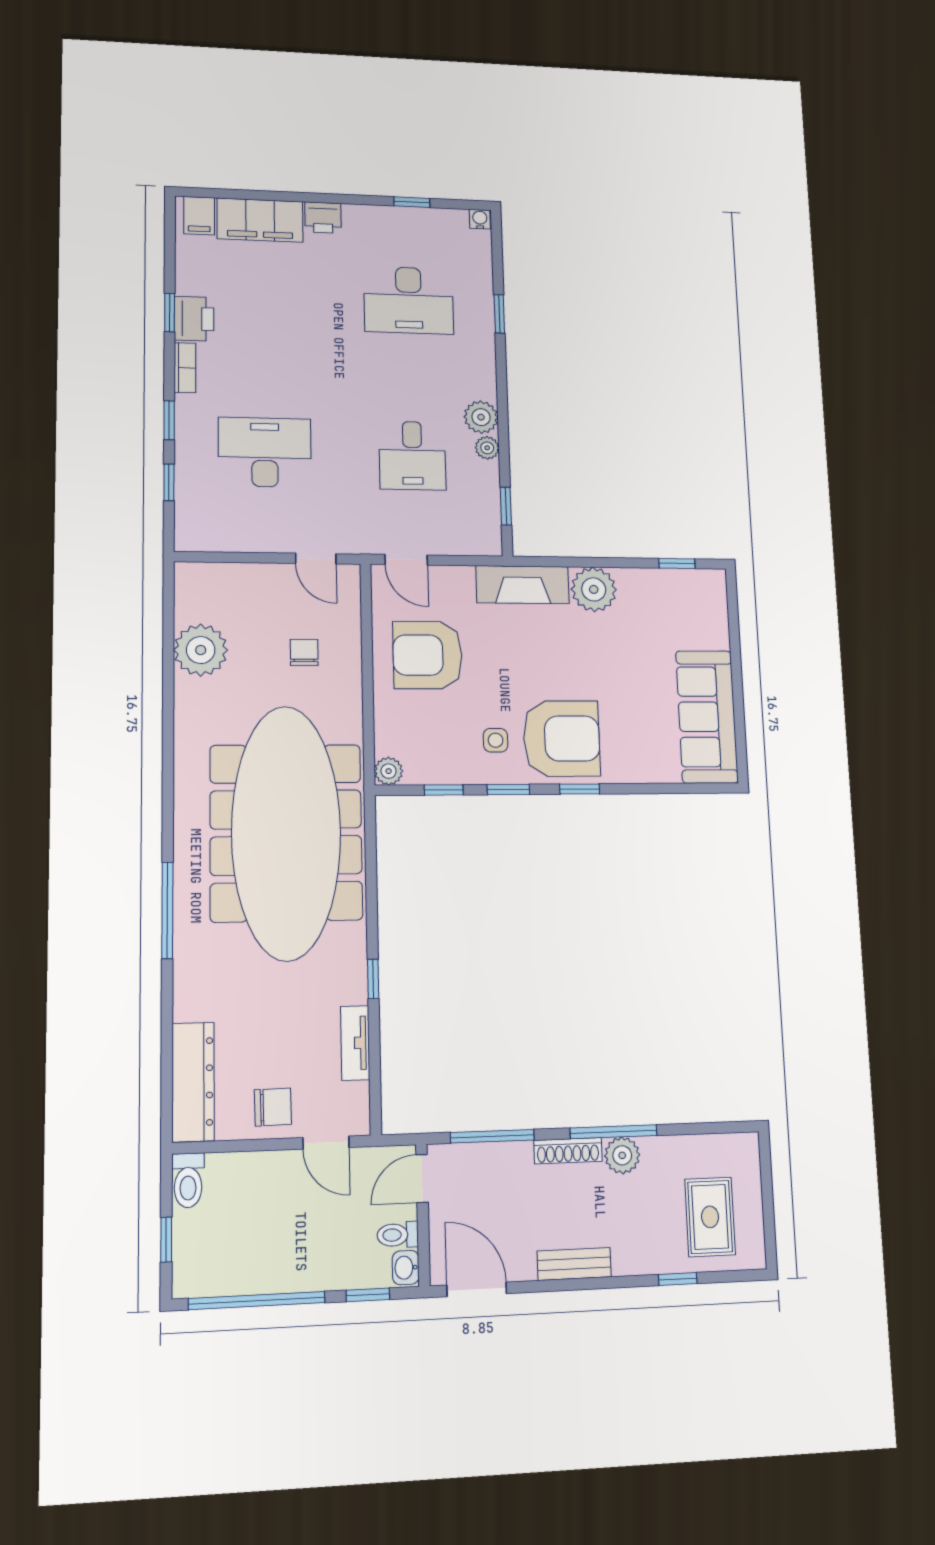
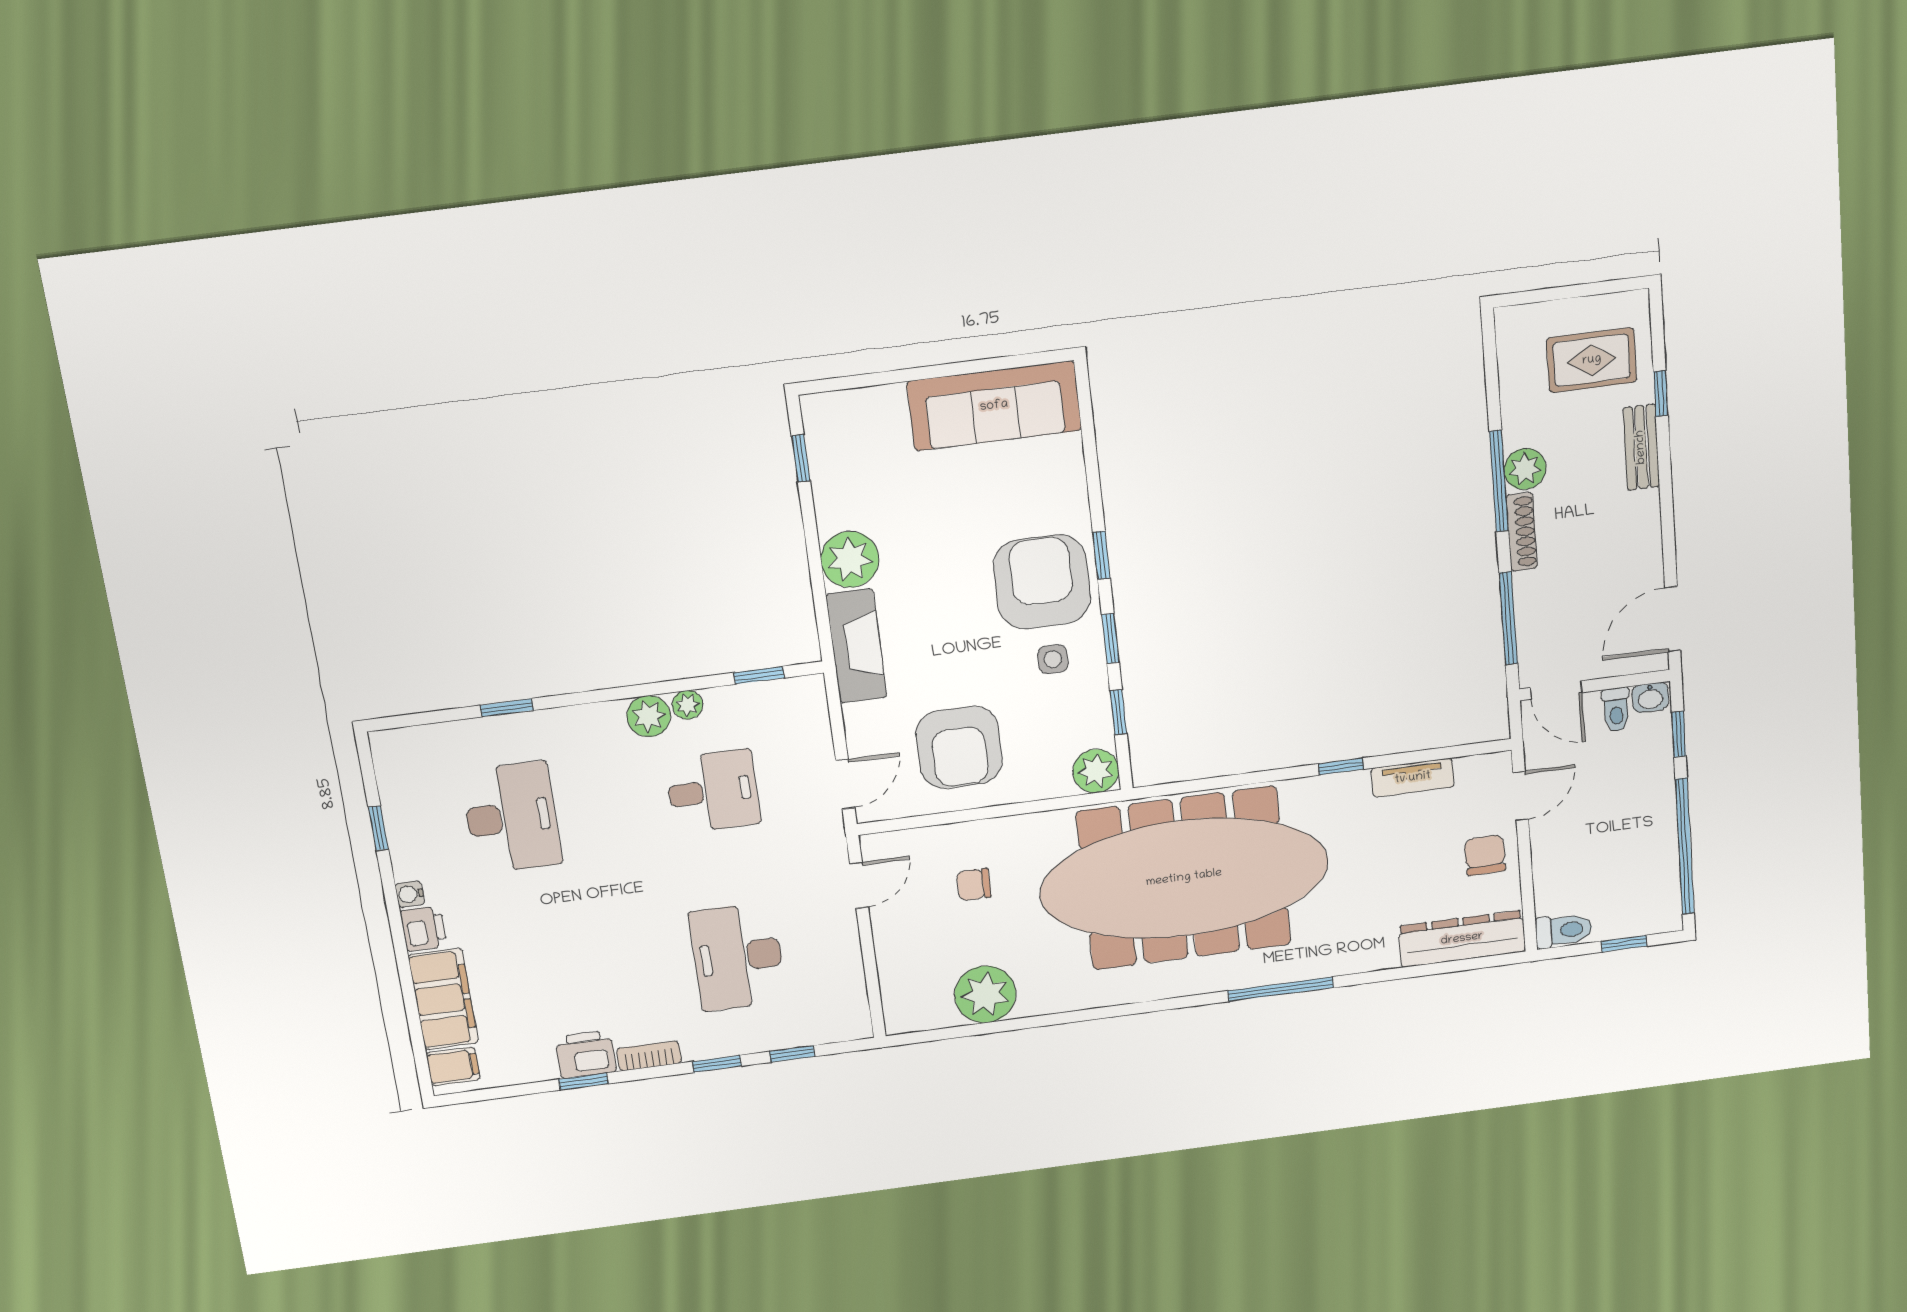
water cooler: (480, 219) -> (410, 894), moved
plant: (389, 771) -> (1096, 771), width x1.38, depth x1.38
bench: (574, 1264) -> (1641, 447), moved

